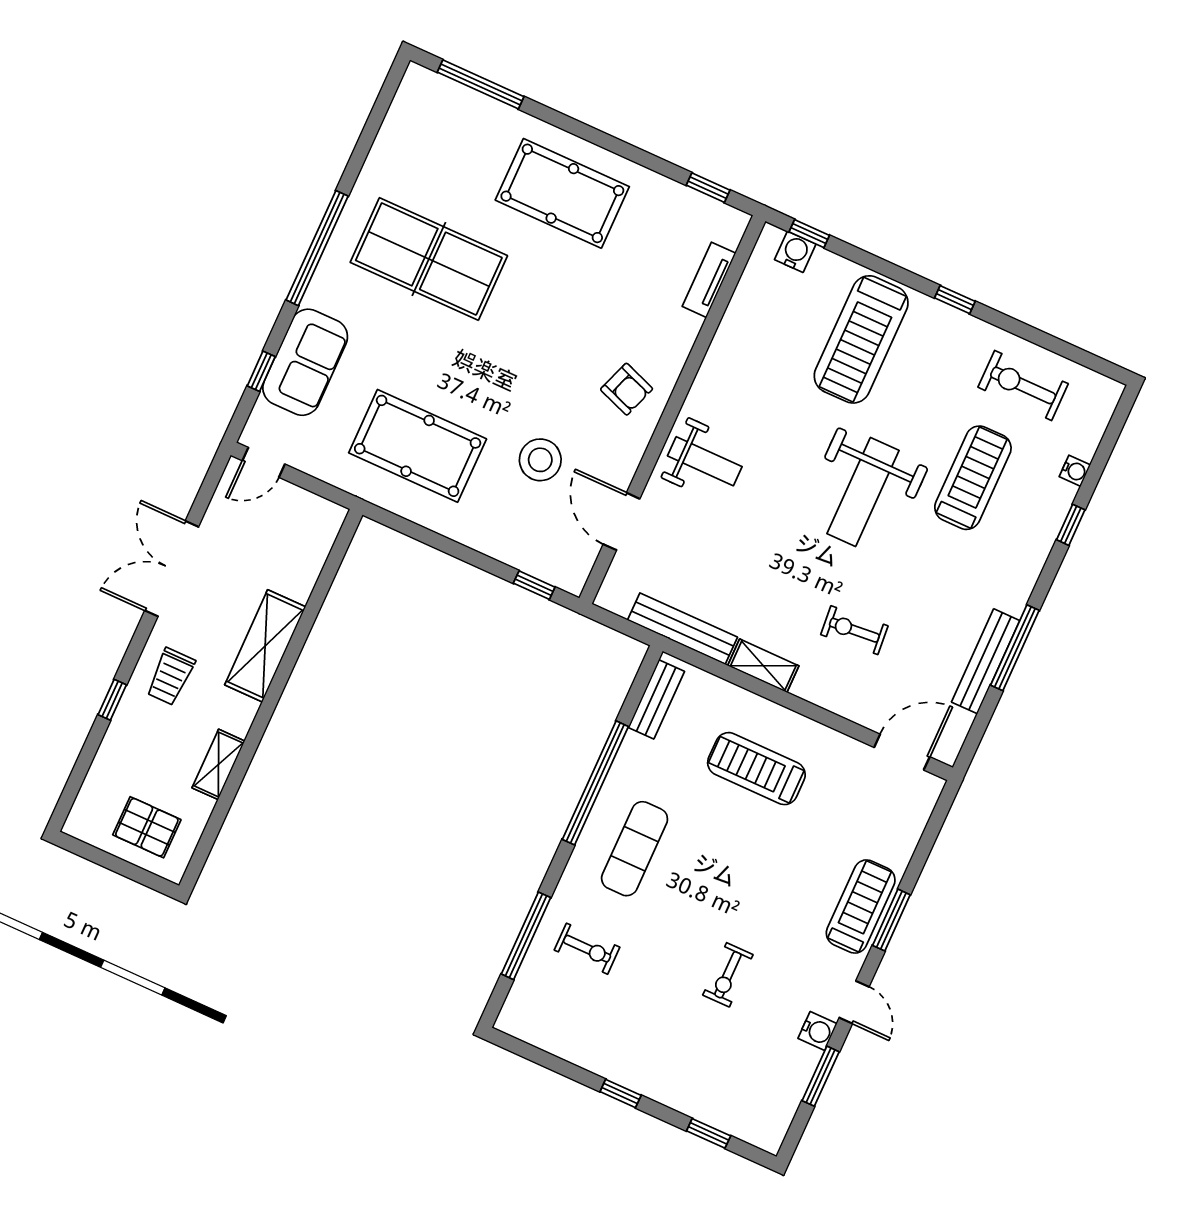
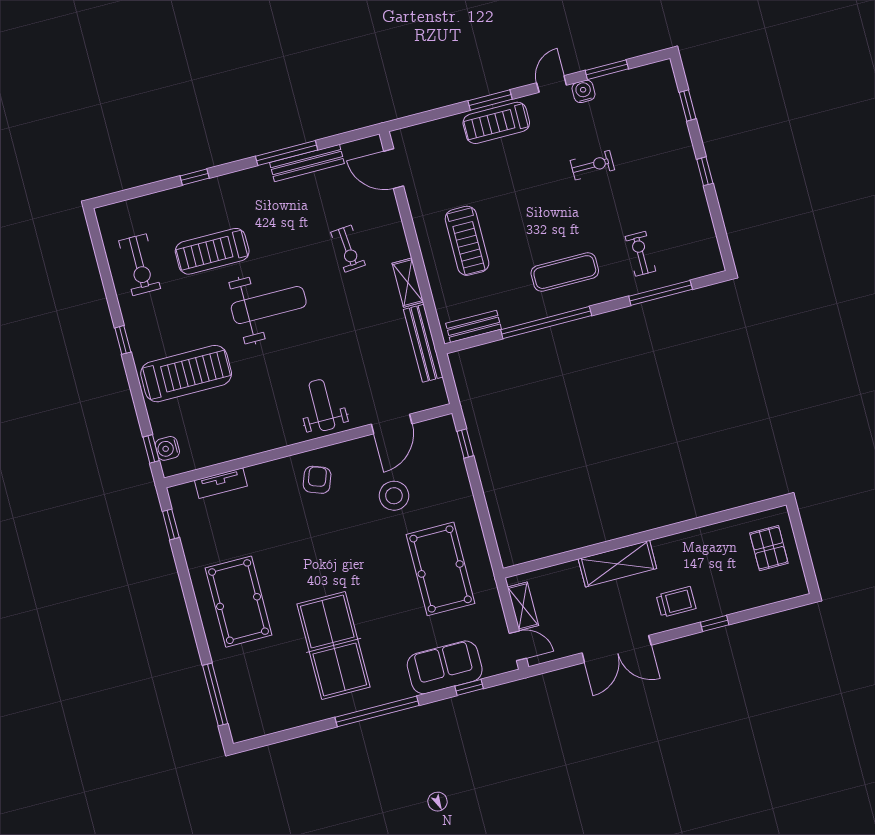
water cooler: (1075, 471) -> (163, 199), removed
shelving: (218, 764) -> (523, 606), moved, turned 90

